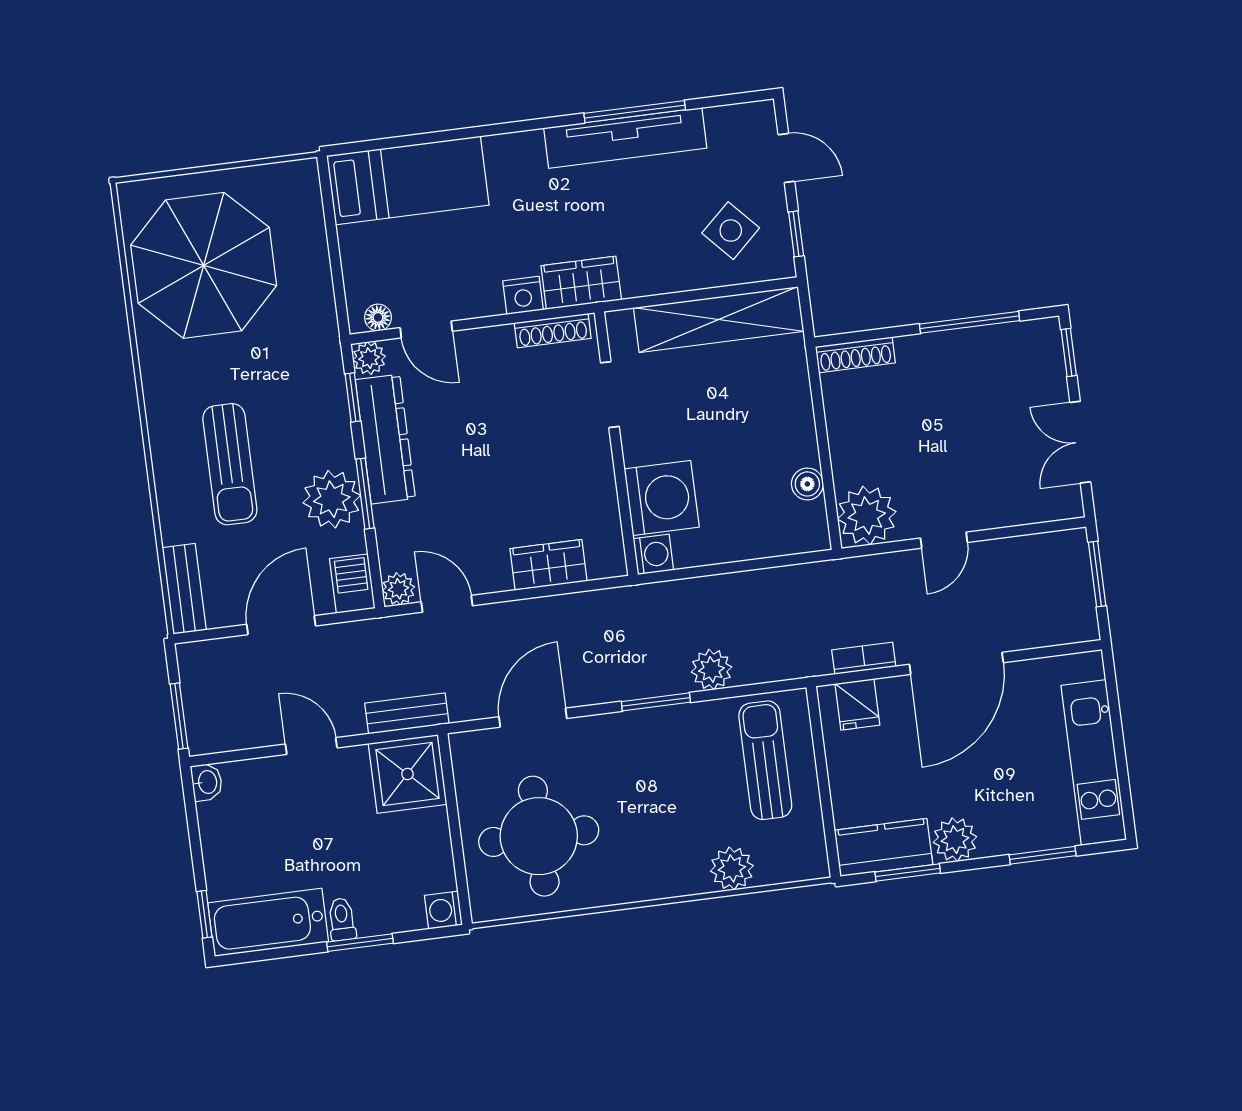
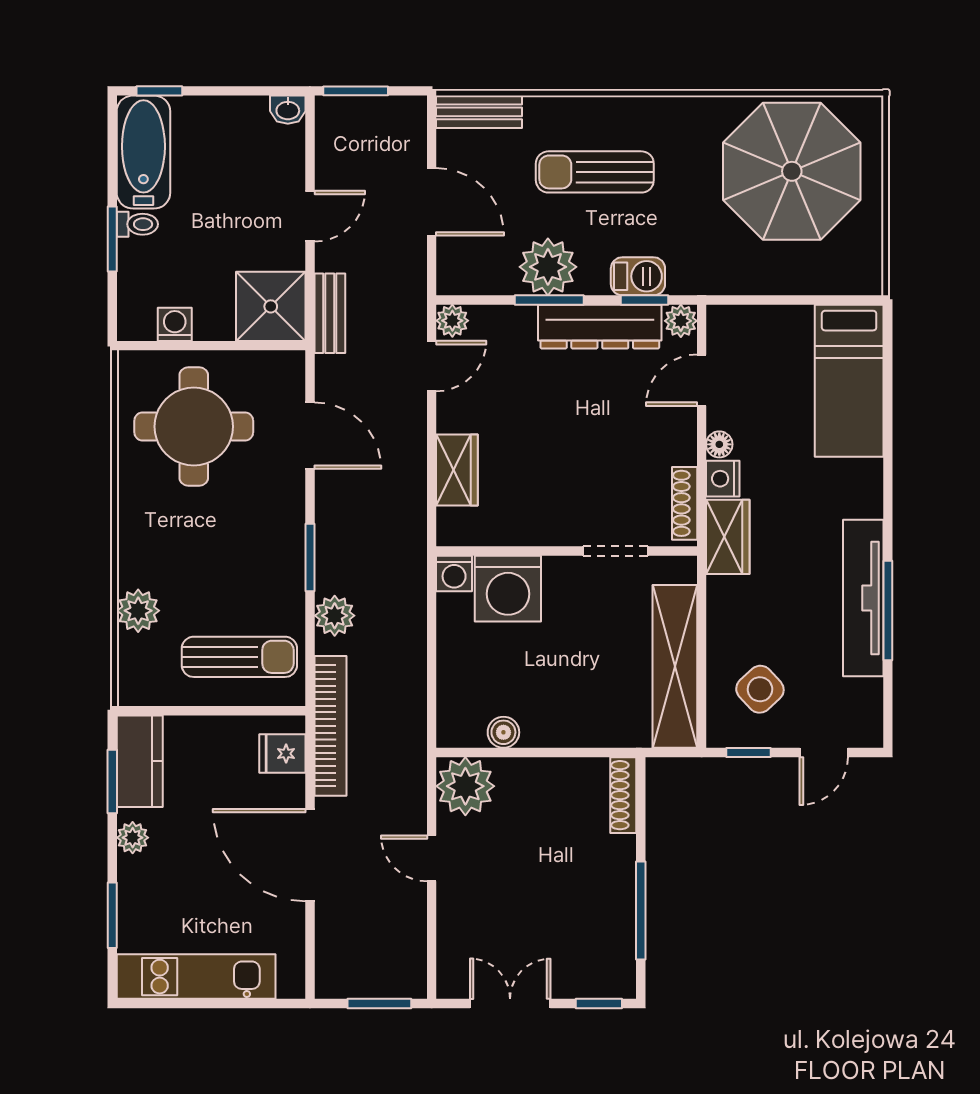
floor lamp: (378, 317) -> (719, 444), moved
barbecue: (352, 584) -> (638, 276), moved
bookcase: (864, 658) -> (330, 726), width x2.31, depth x1.31
plant: (955, 840) -> (133, 838), width x0.73, depth x0.73
washing machine: (443, 910) -> (175, 324), moved

